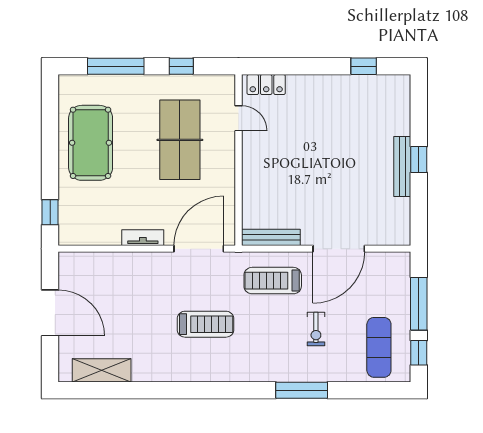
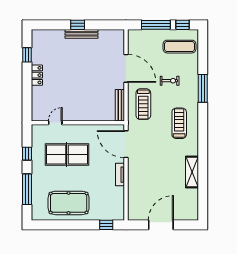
locker: (266, 85) -> (37, 75), moved
treadmill: (205, 324) -> (179, 123), moved
shelving: (102, 370) -> (192, 172), moved

